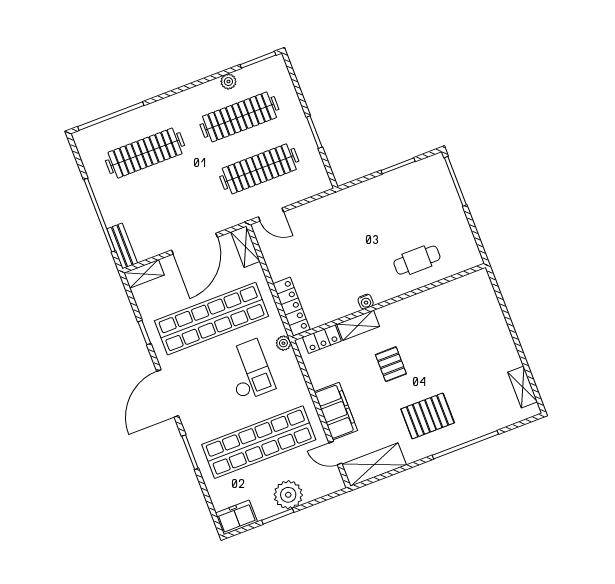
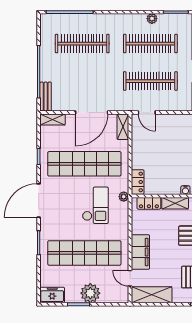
locker: (291, 307) -> (138, 182), width x0.66

